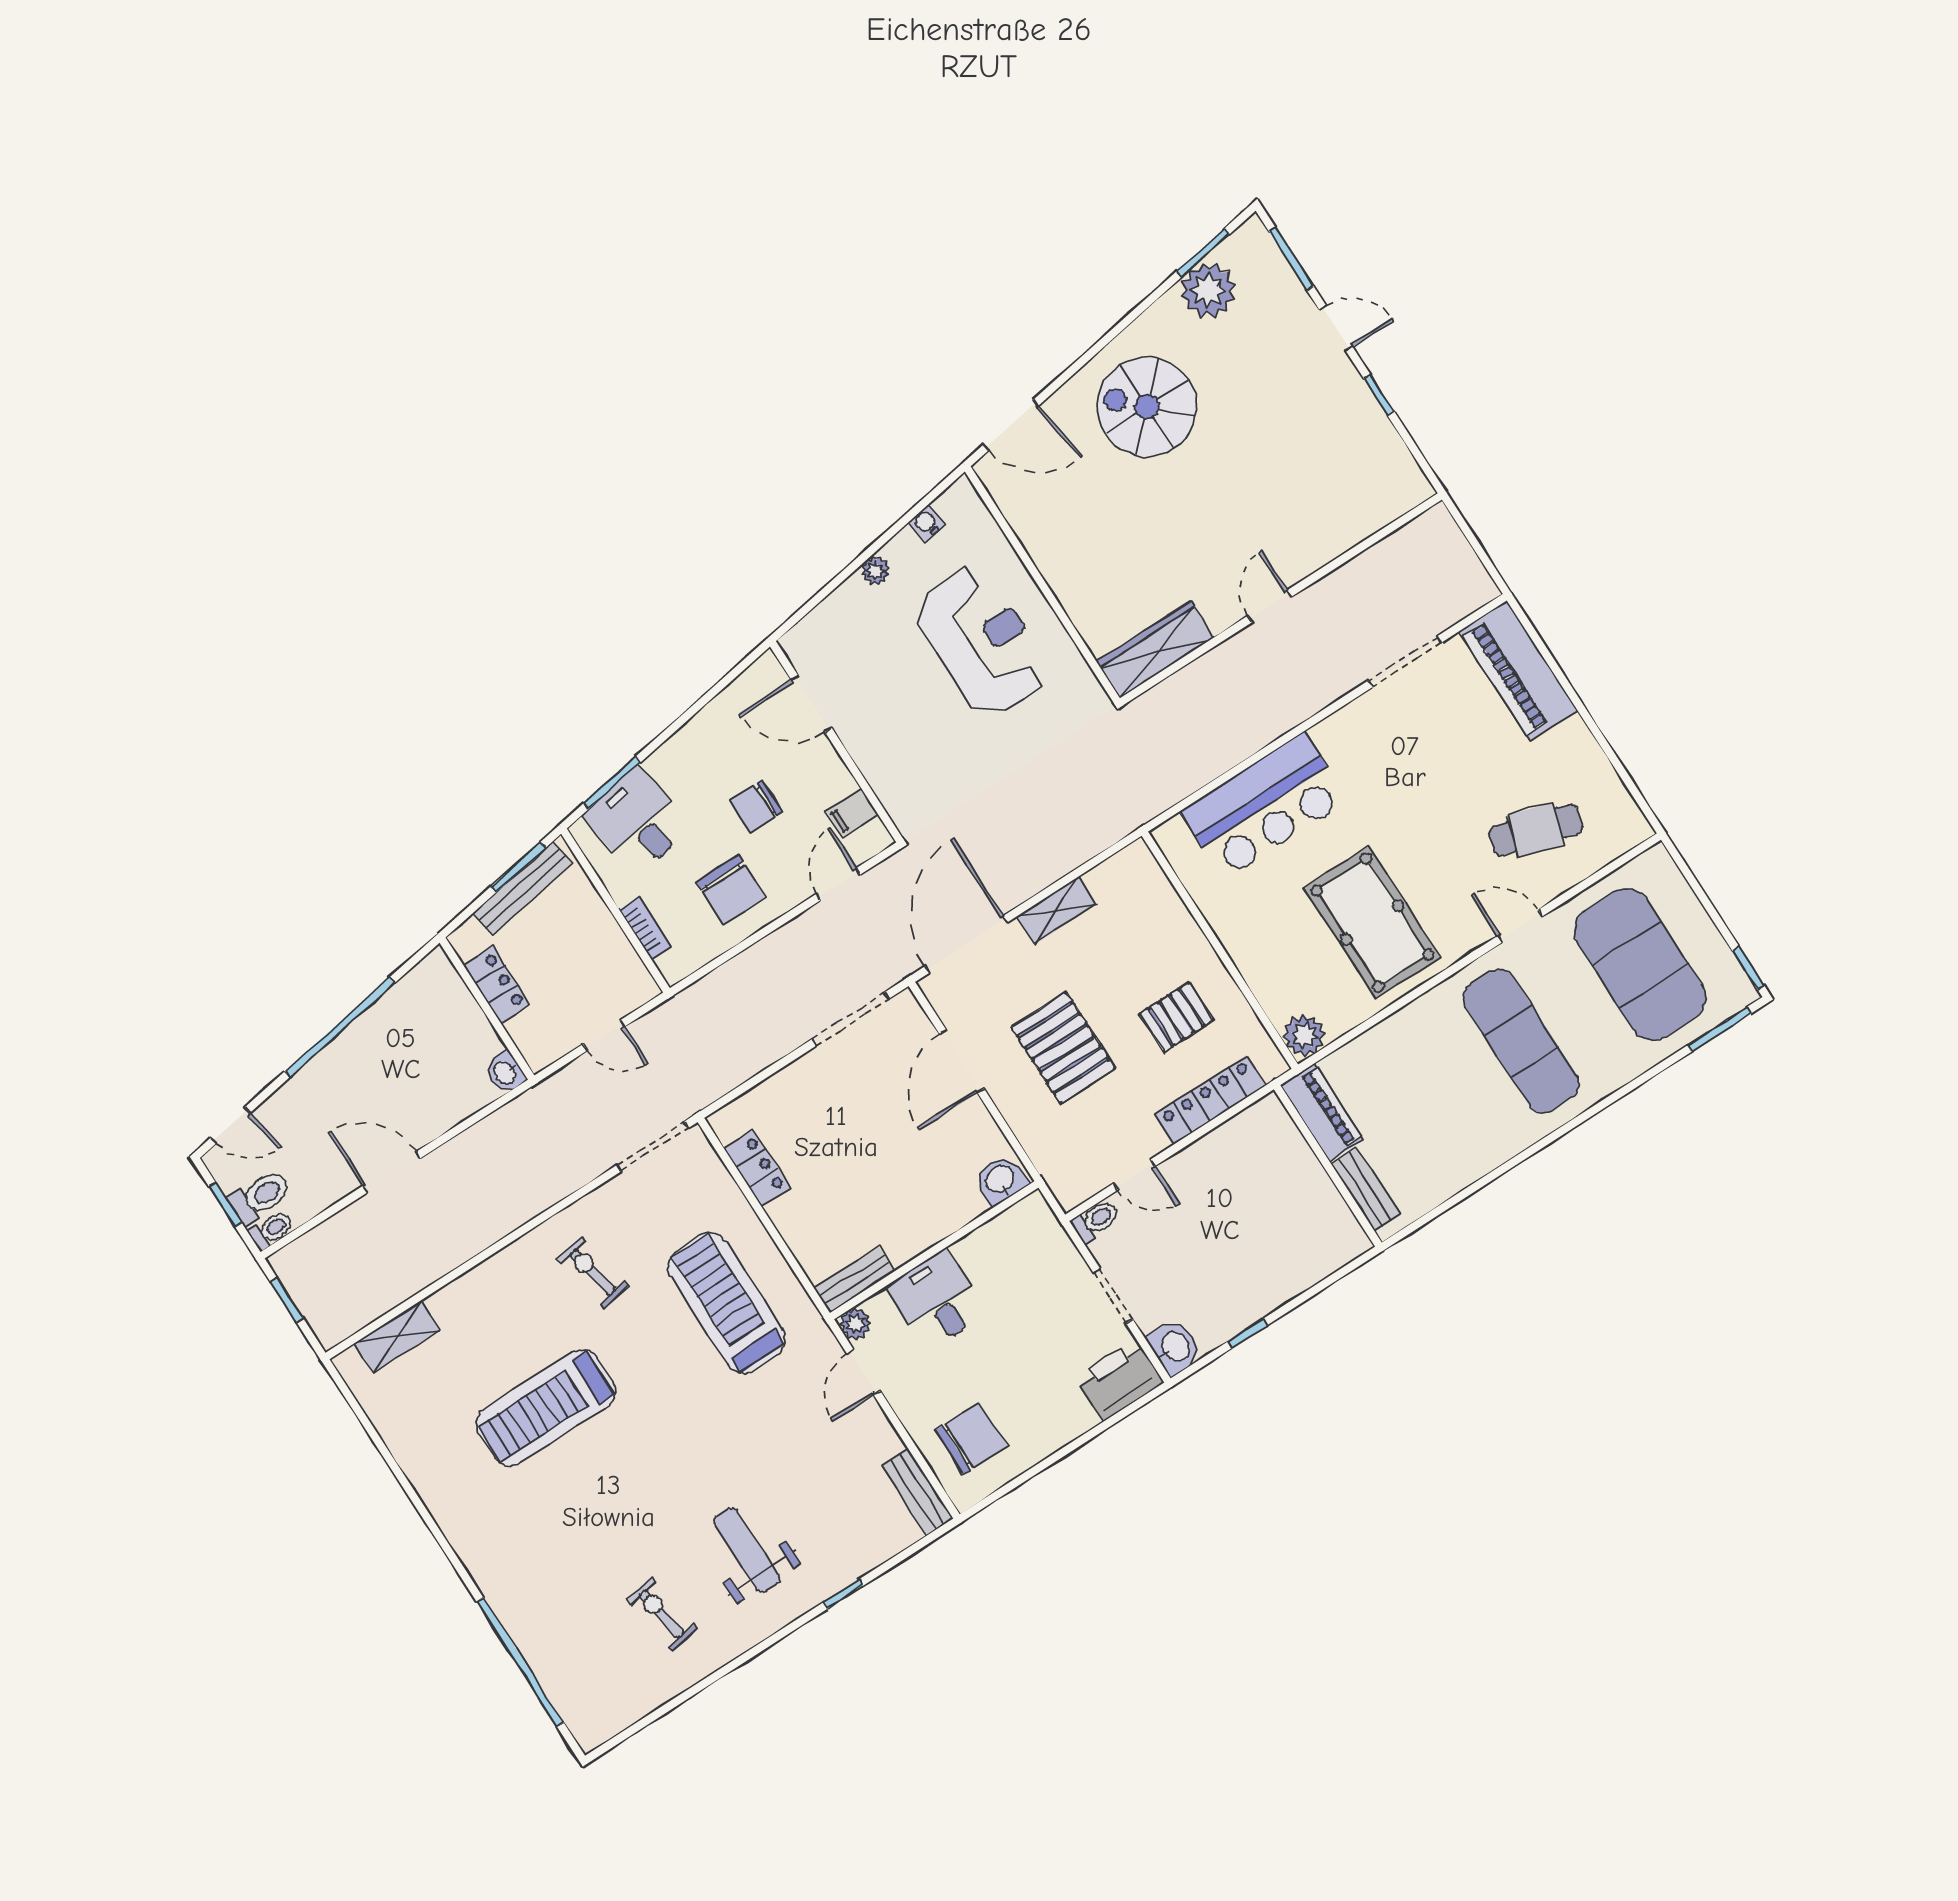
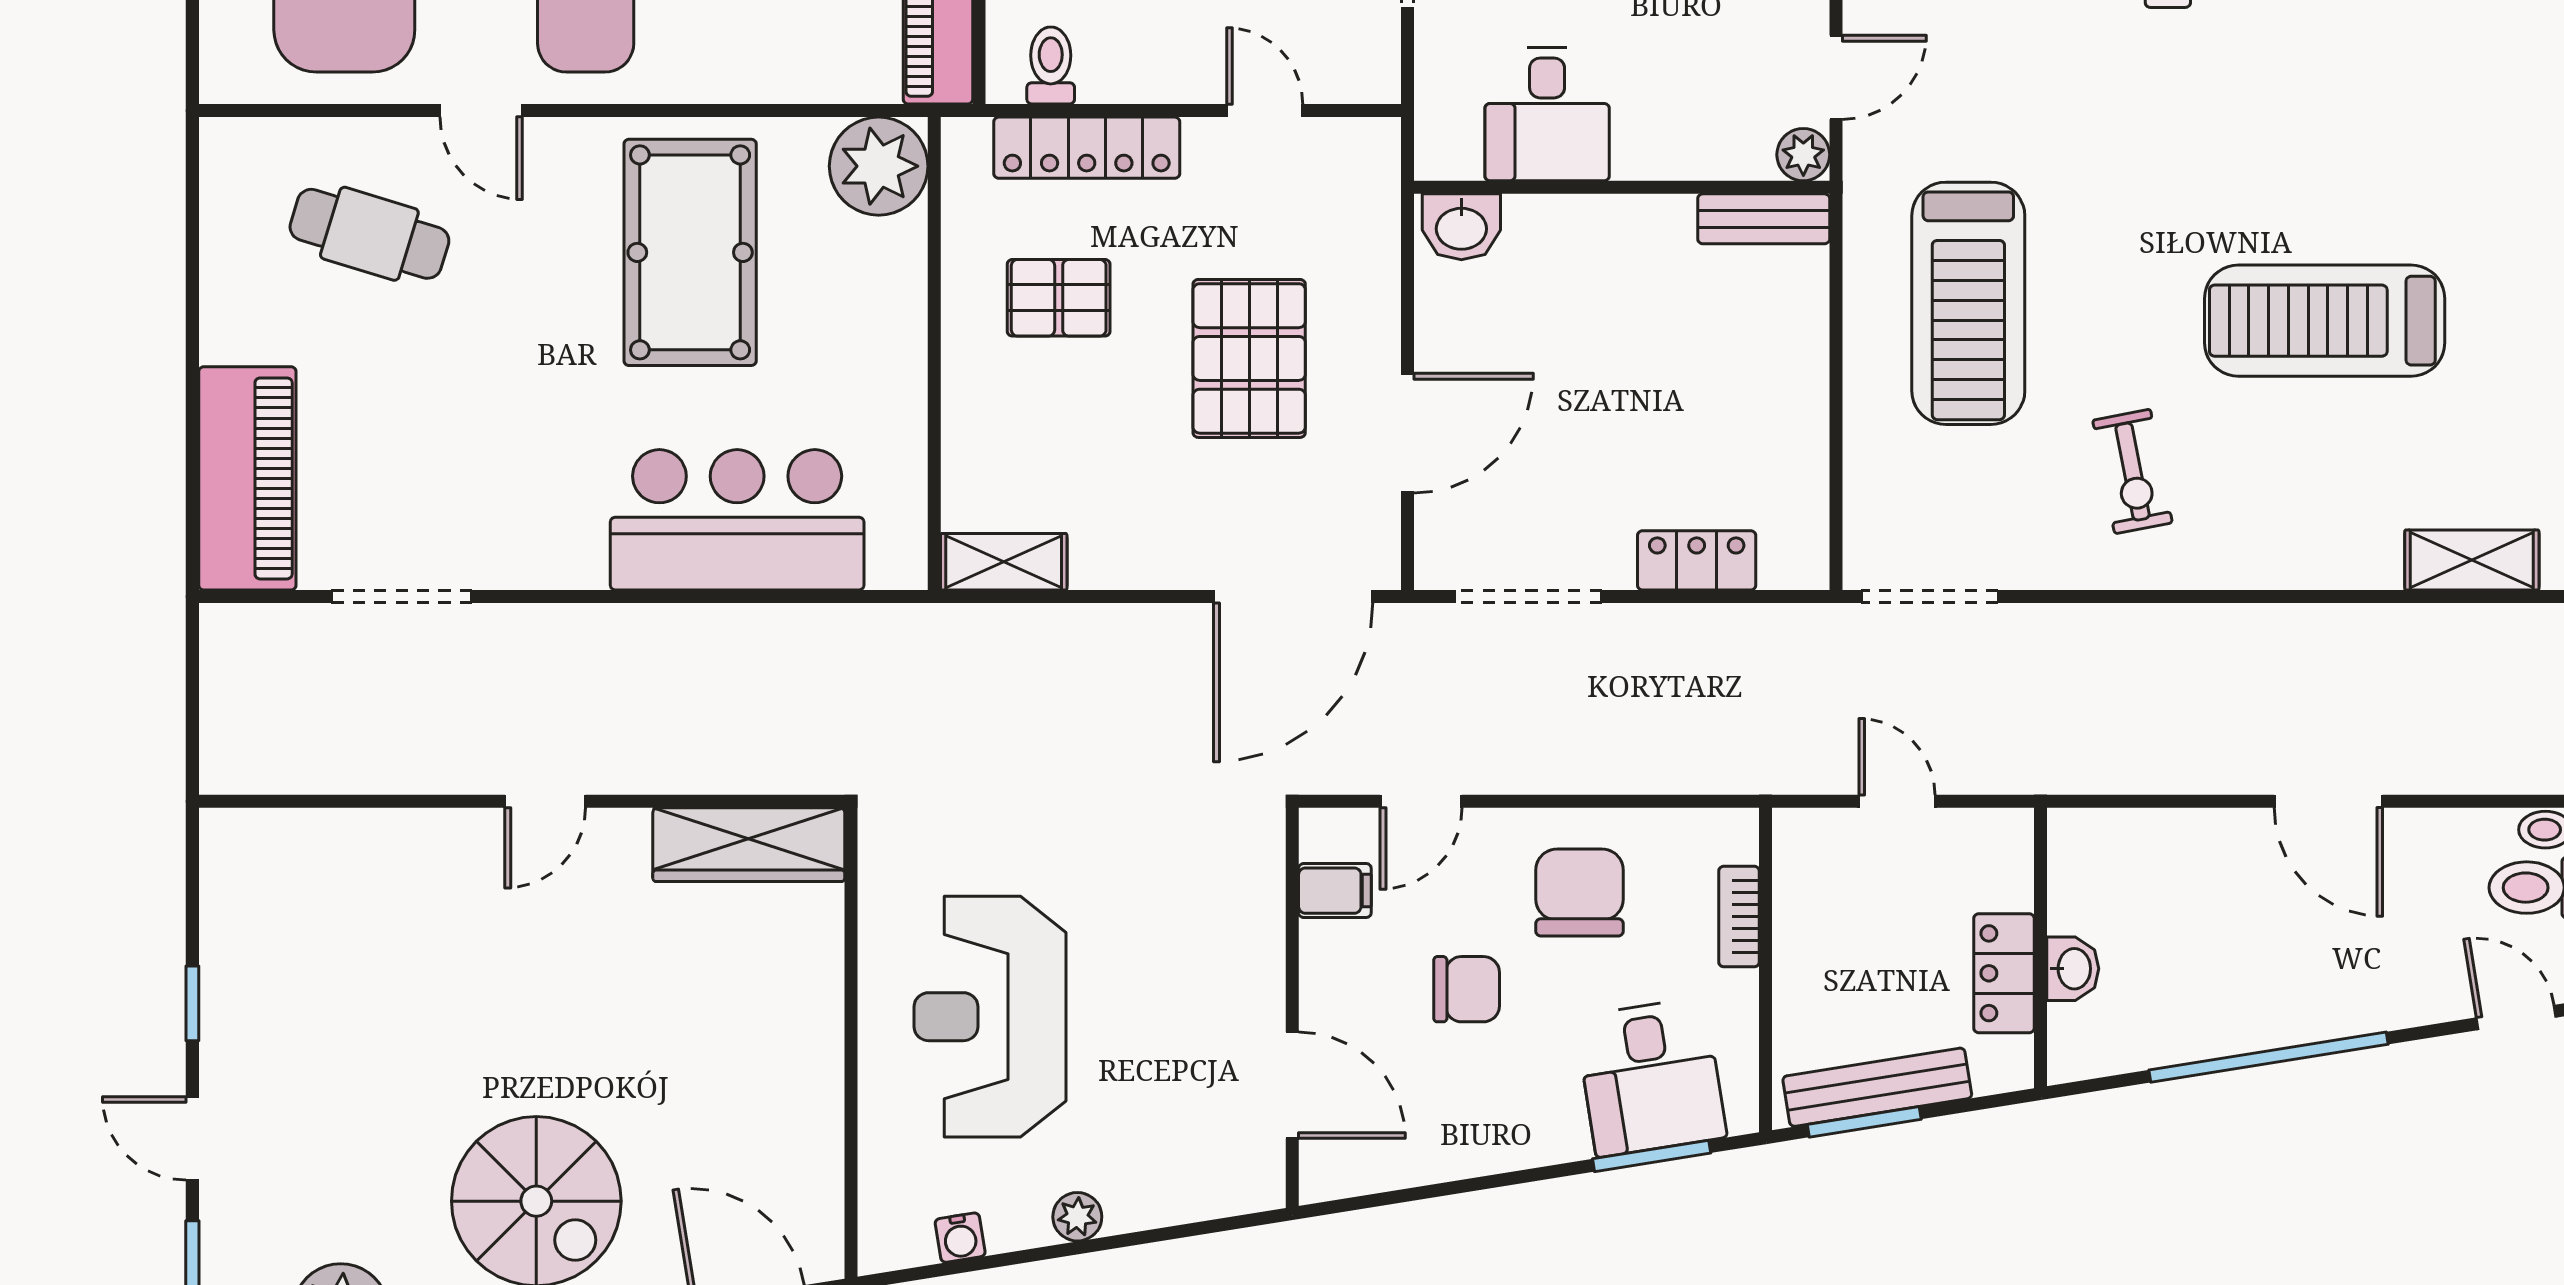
shelving: (1056, 911) -> (1004, 562), moved
plant: (1304, 1035) -> (879, 166), width x1.36, depth x1.36
washbasin: (505, 1072) -> (2073, 969), moved
locker: (757, 1168) -> (1697, 560), moved, turned 90
toilet: (1096, 1221) -> (1051, 65), moved, turned 90
desk: (937, 1300) -> (1547, 114), moved
treadmill: (546, 1408) -> (2325, 321), turned 180

